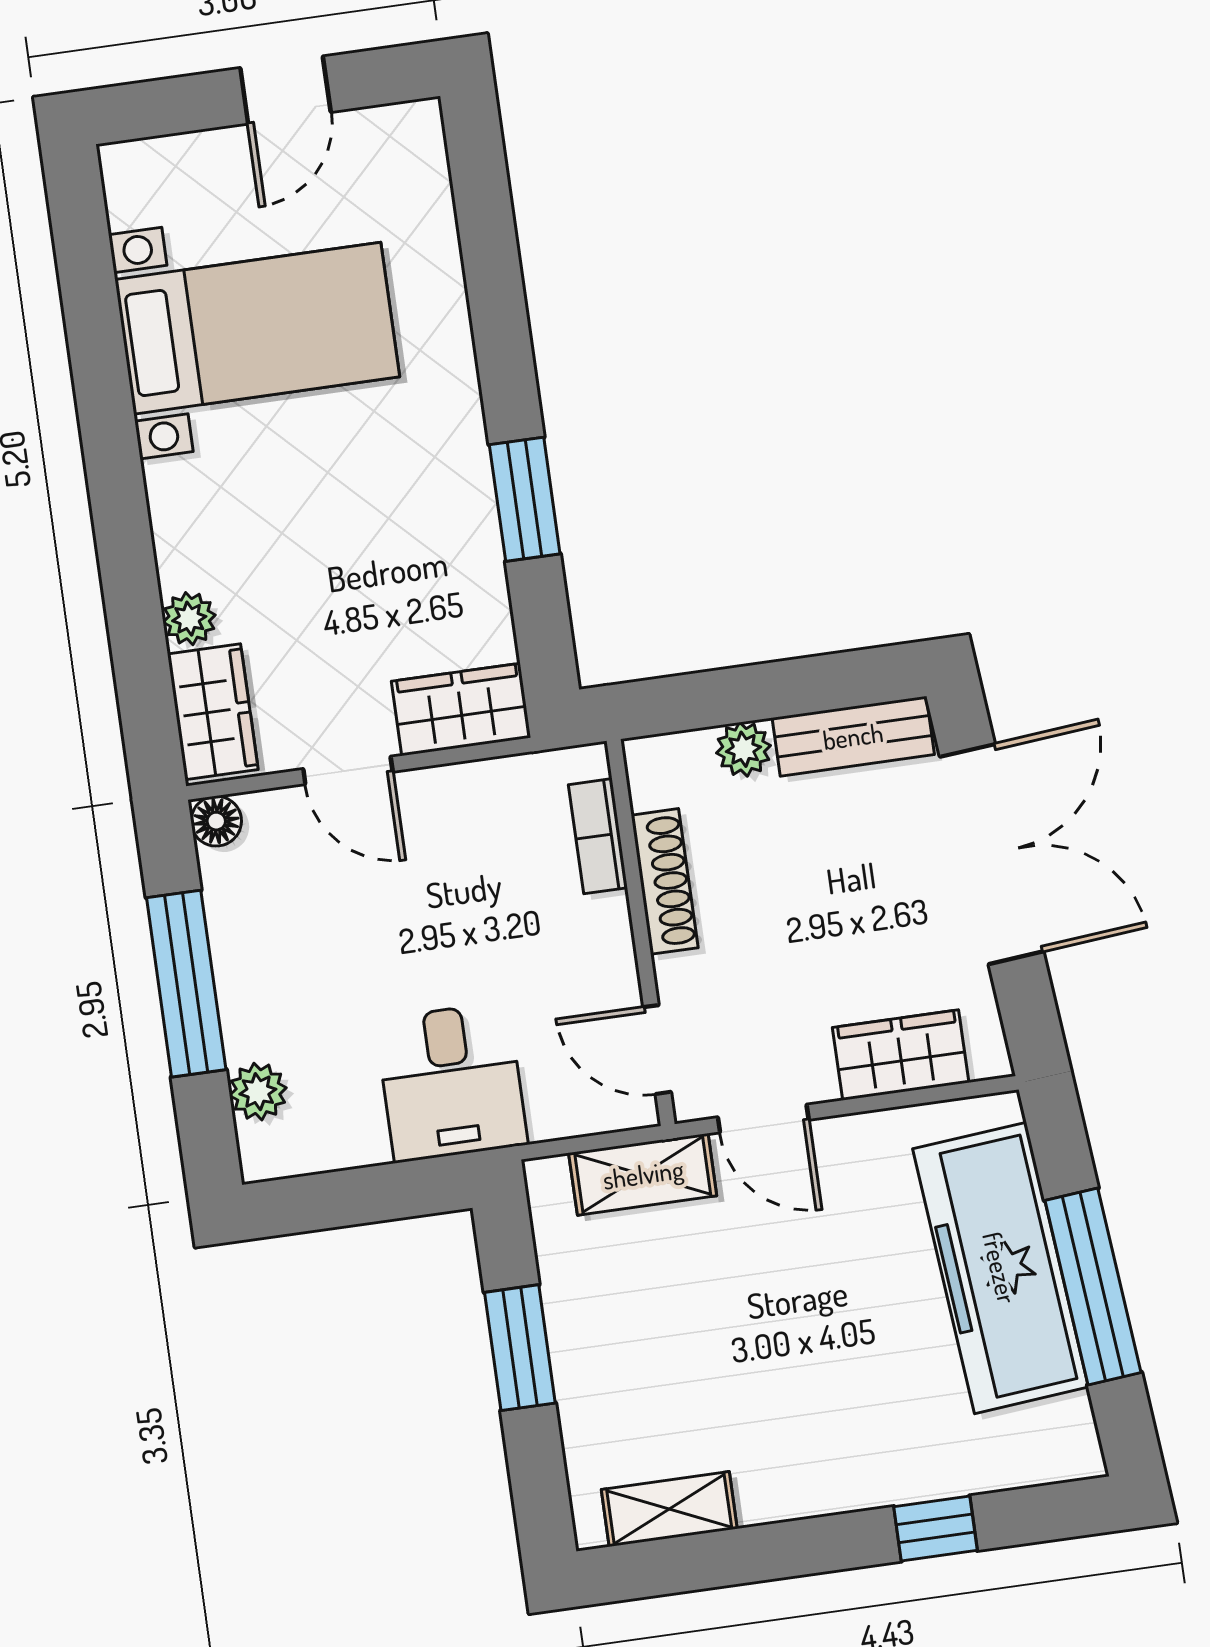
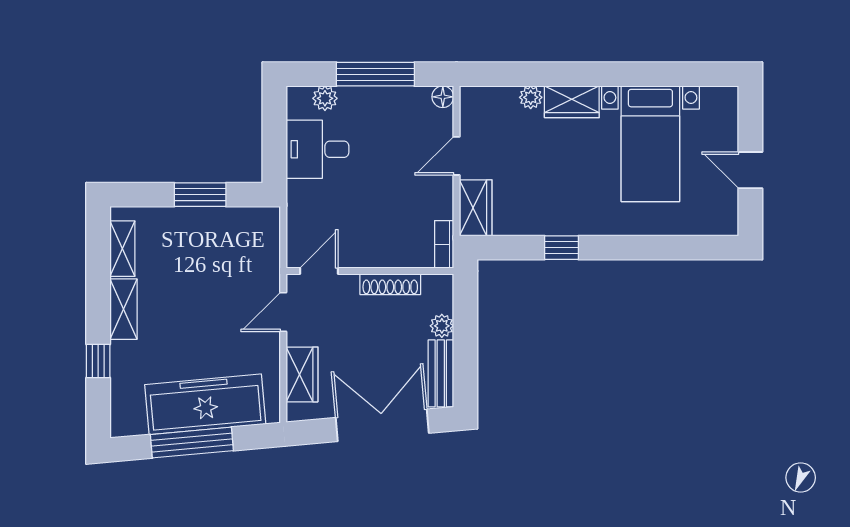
window: (525, 499) -> (561, 248), width x0.67
wardrobe: (213, 712) -> (572, 102), moved
bookcase: (598, 836) -> (444, 244), moved, turned -90
double door: (992, 854) -> (382, 425), swing flipped
desk: (451, 1082) -> (317, 149), moved
shelving: (643, 1174) -> (123, 309), moved

